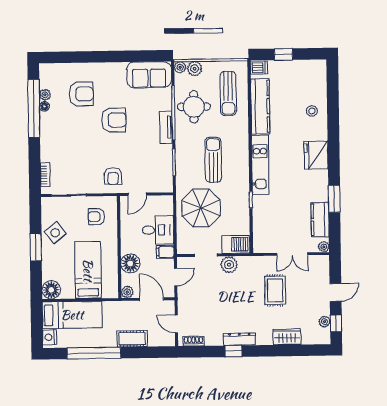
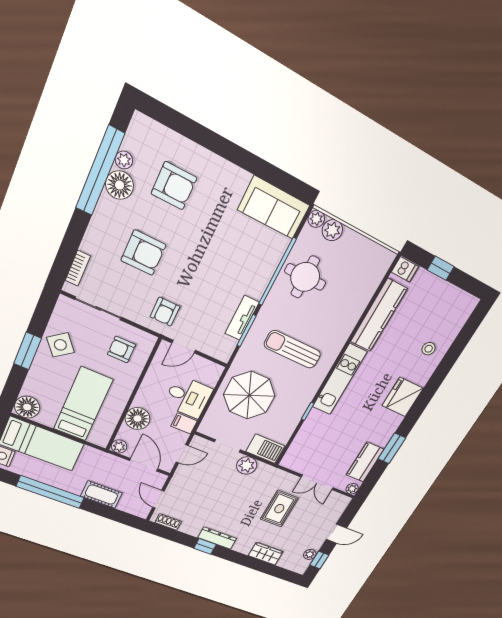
sun lounger: (228, 93) -> (353, 282), removed
floor lamp: (44, 106) -> (120, 185), width x1.89, depth x1.89
armchair: (114, 120) -> (143, 253), moved
tv unit: (166, 127) -> (242, 318), moved
sun lounger: (213, 160) -> (292, 349), turned -90

